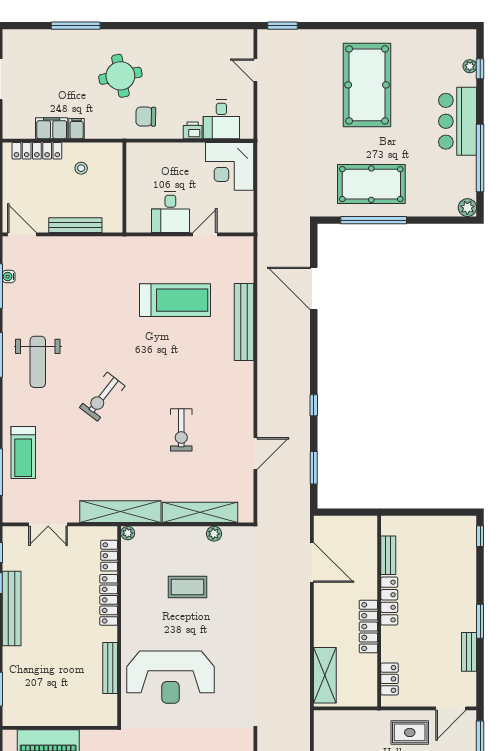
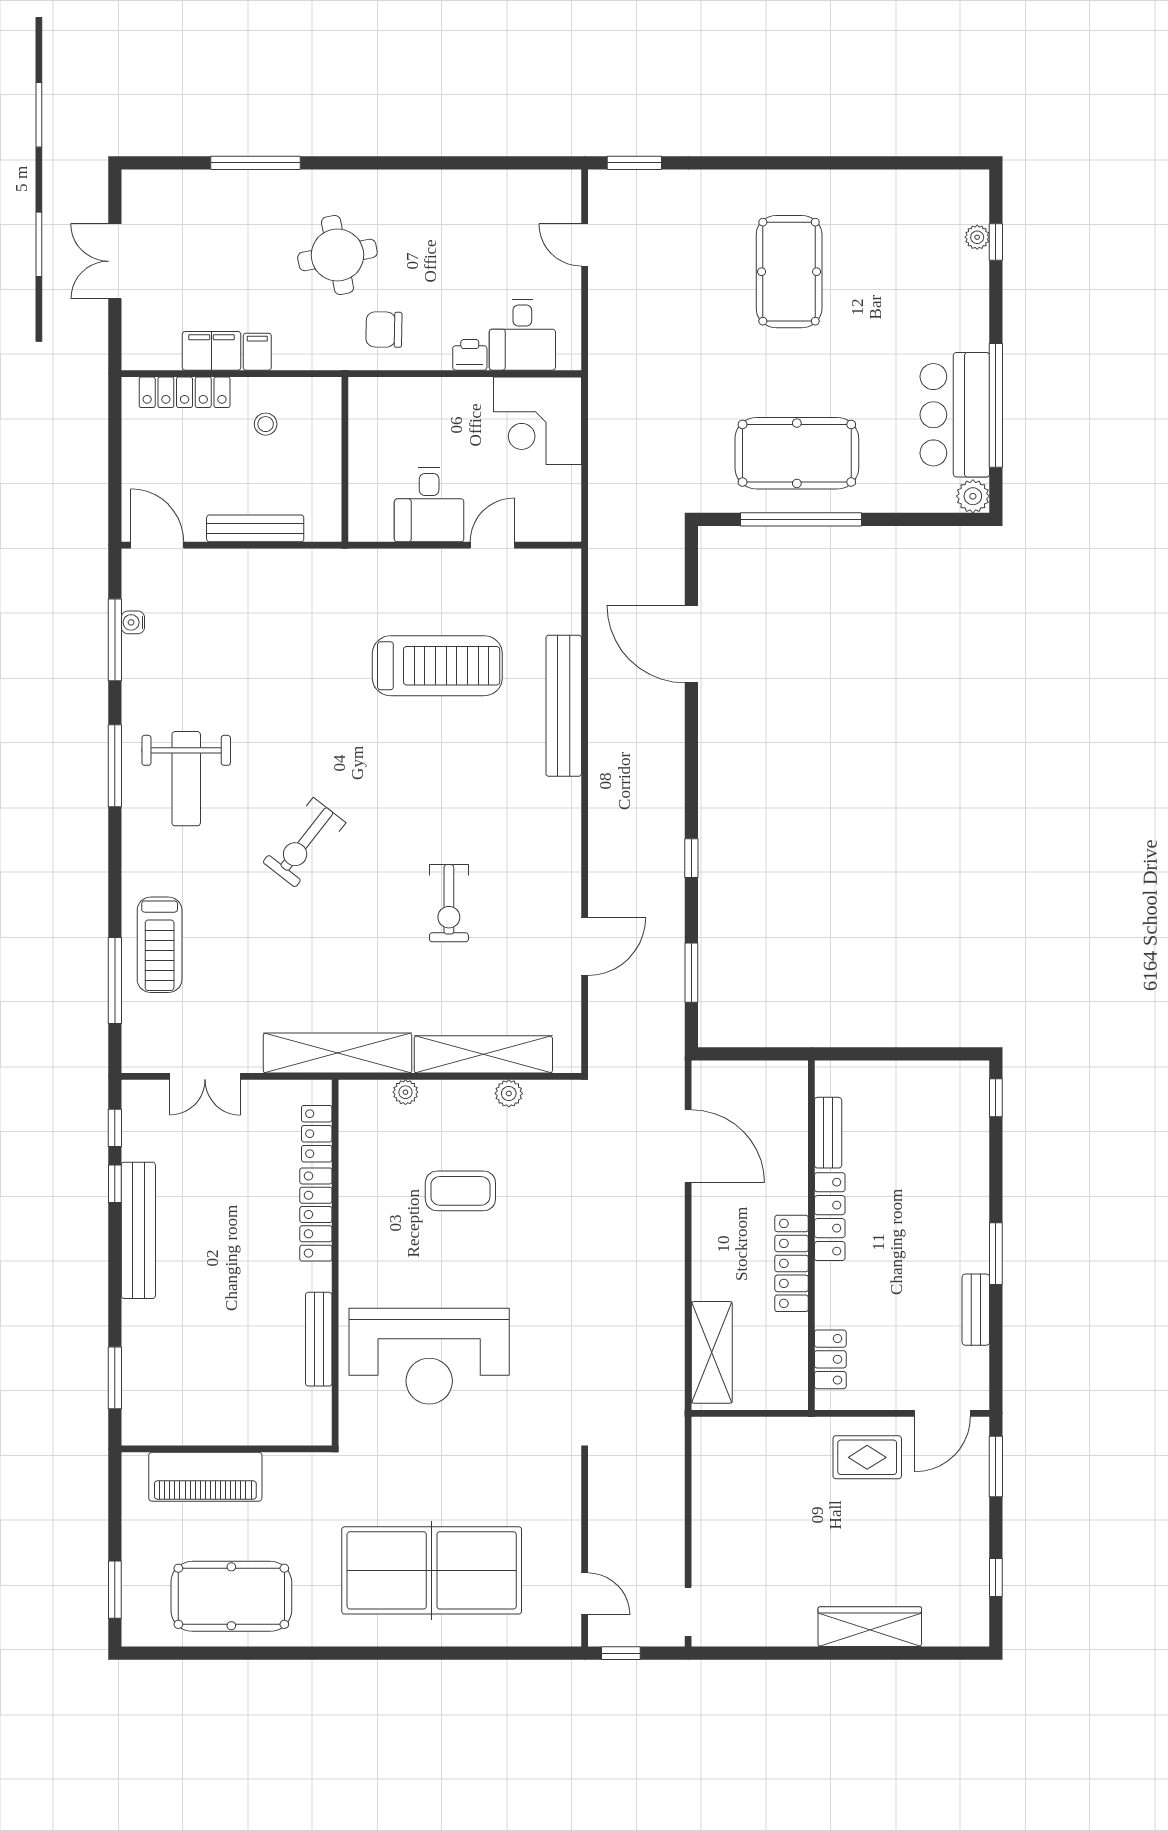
pool table: (367, 85) -> (789, 272), width x0.73, depth x0.76
bar counter: (458, 121) -> (955, 415), moved
plant: (128, 533) -> (405, 1092), moved

